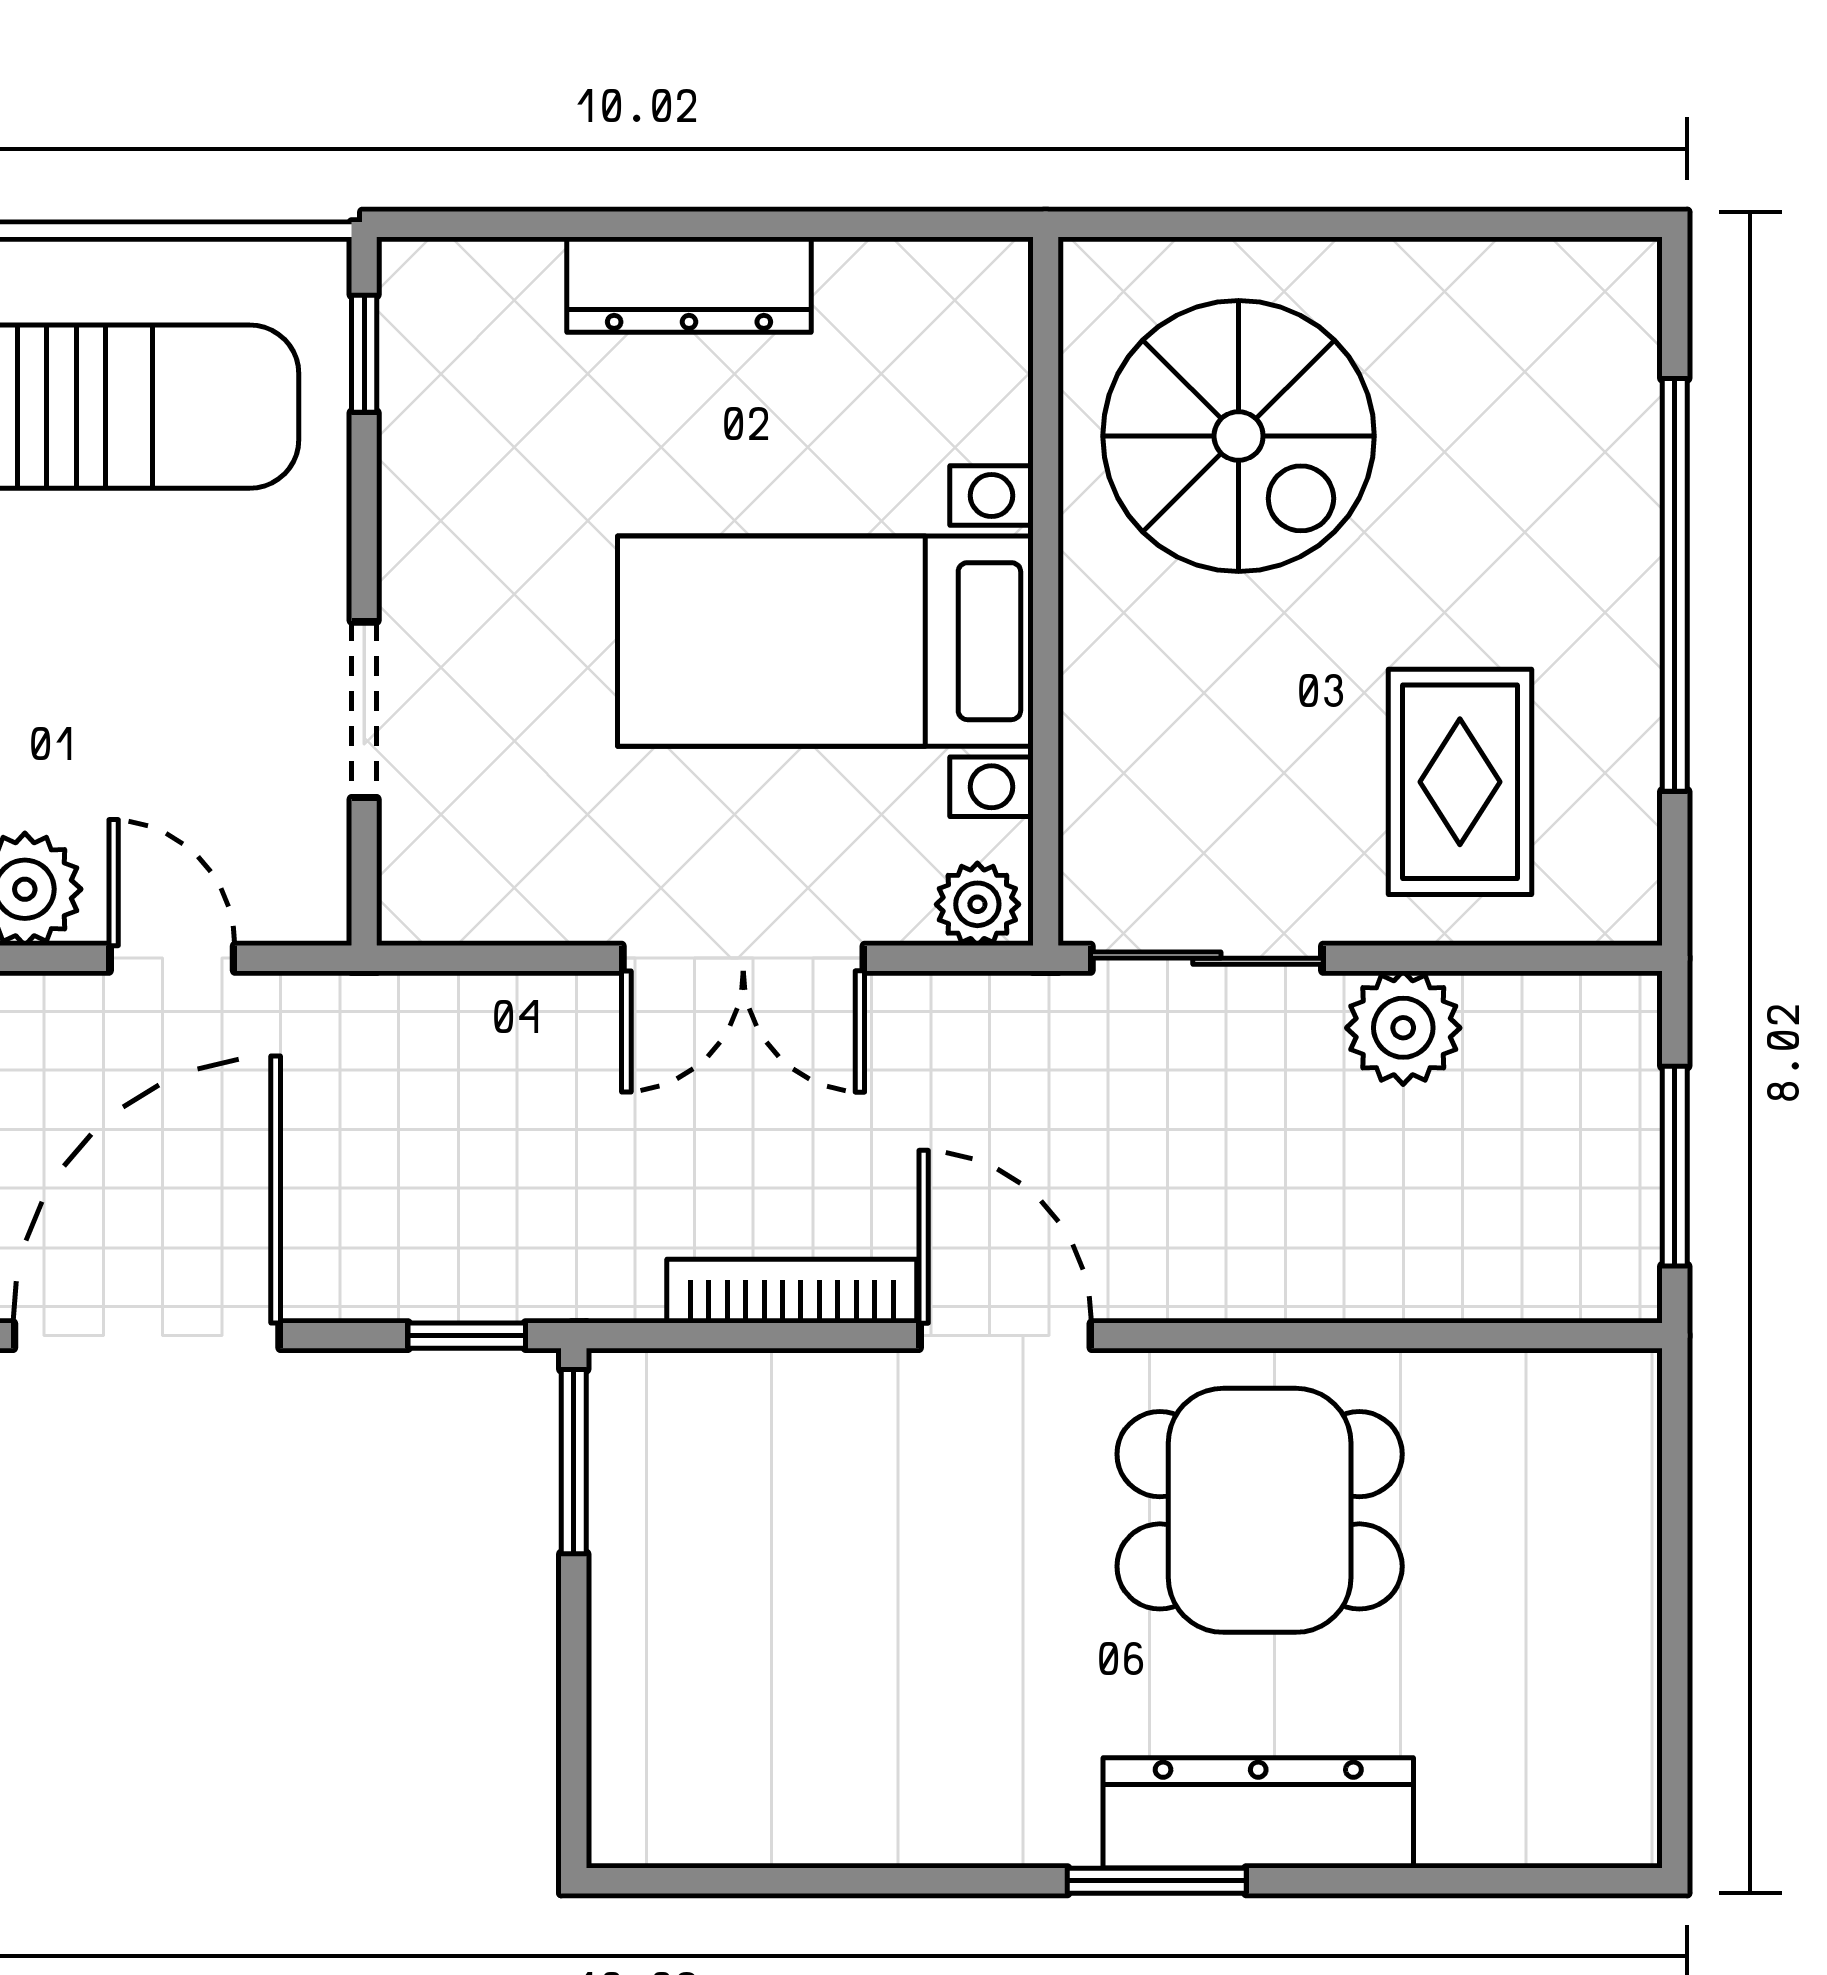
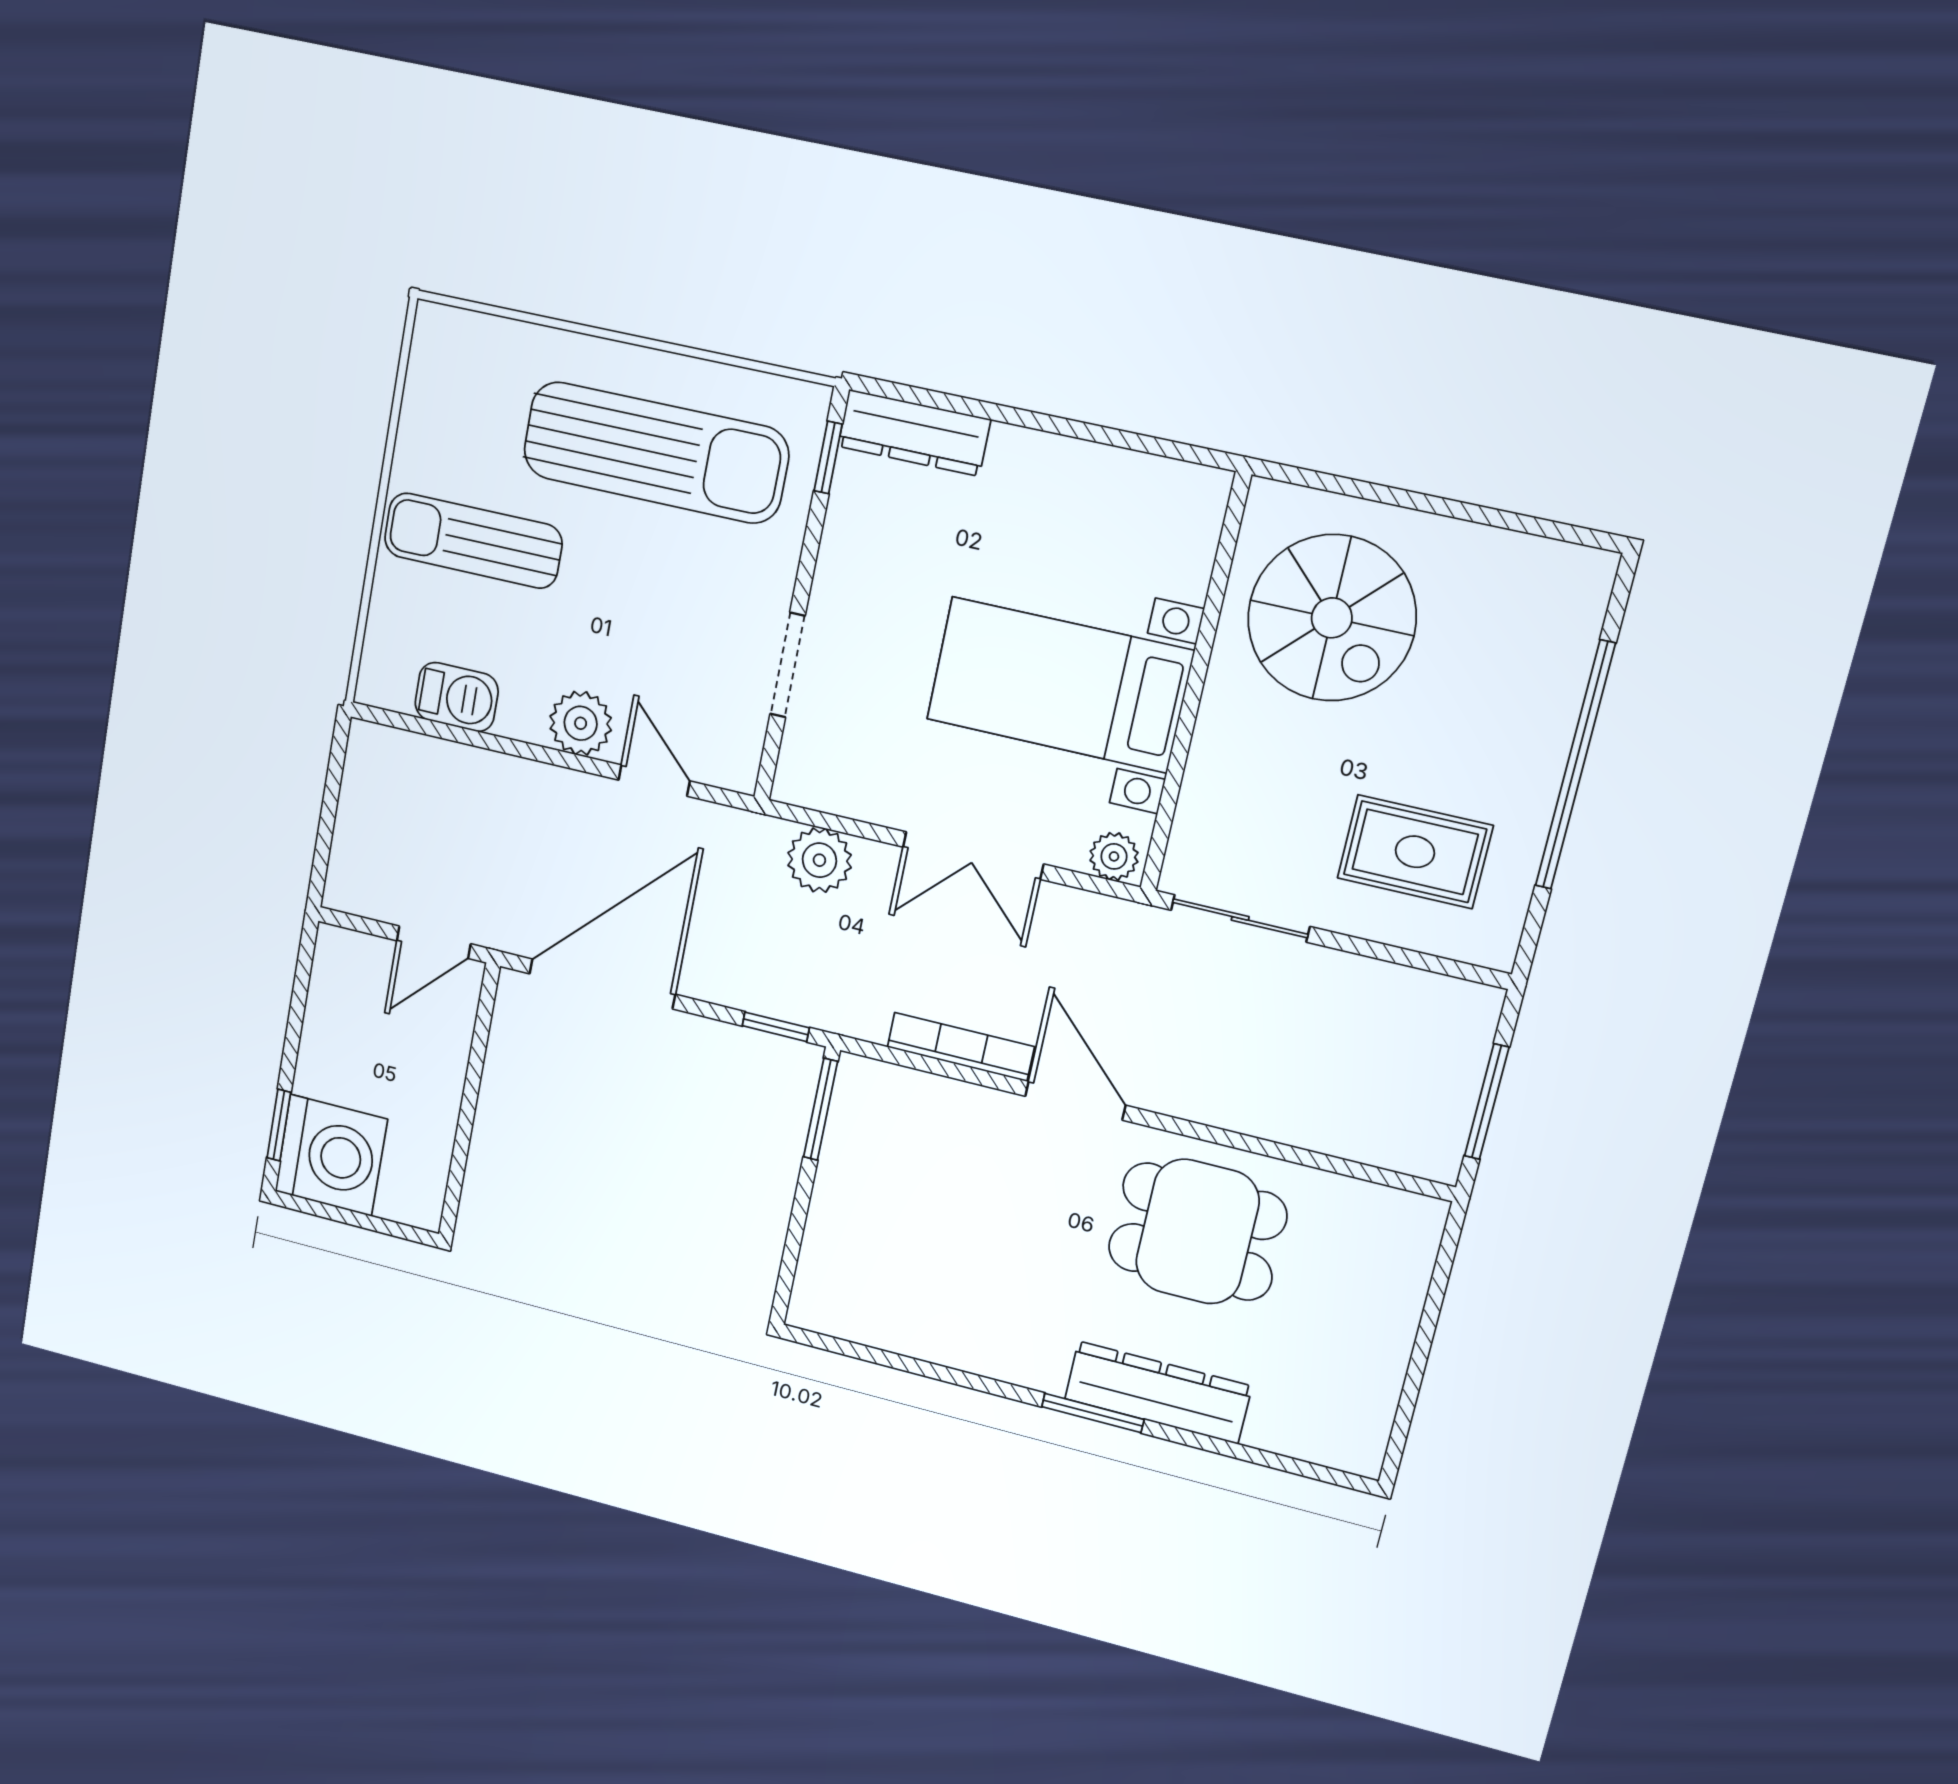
dresser: (689, 285) -> (914, 433), moved
rug: (1460, 782) -> (1415, 852), turned 90
plant: (1403, 1028) -> (819, 860), moved

